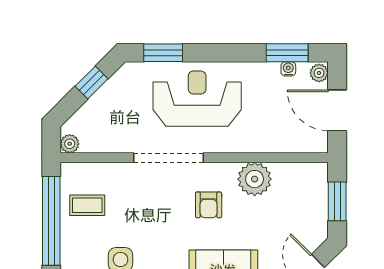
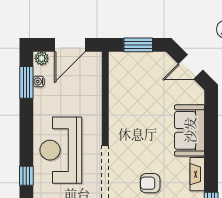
window: (163, 53) -> (26, 176), width x0.67
plant: (255, 179) -> (121, 107), removed
armchair: (209, 205) -> (150, 183), moved, turned 180

